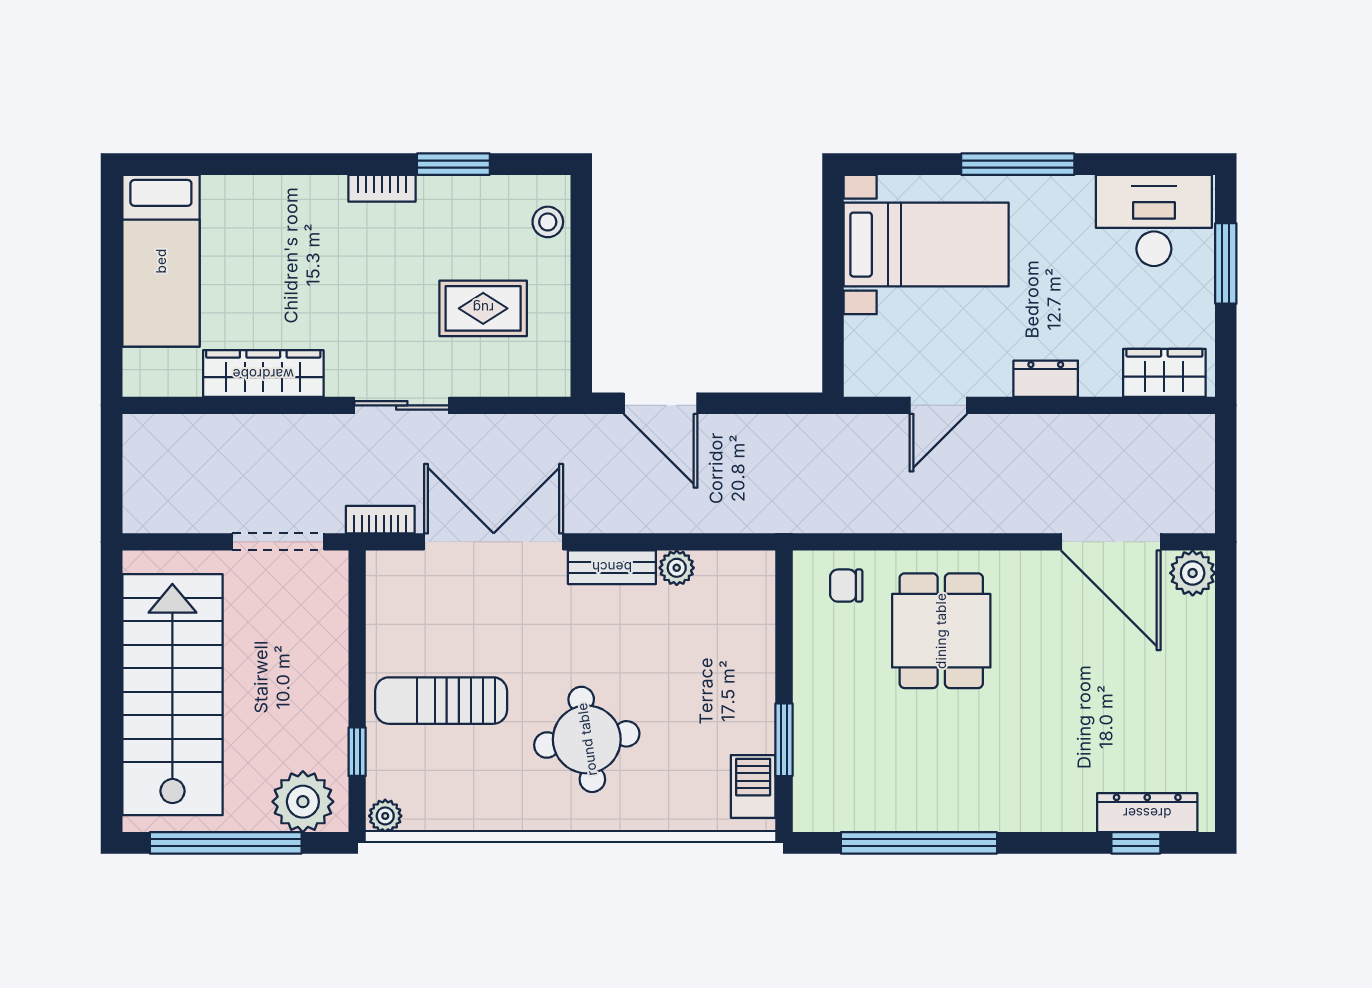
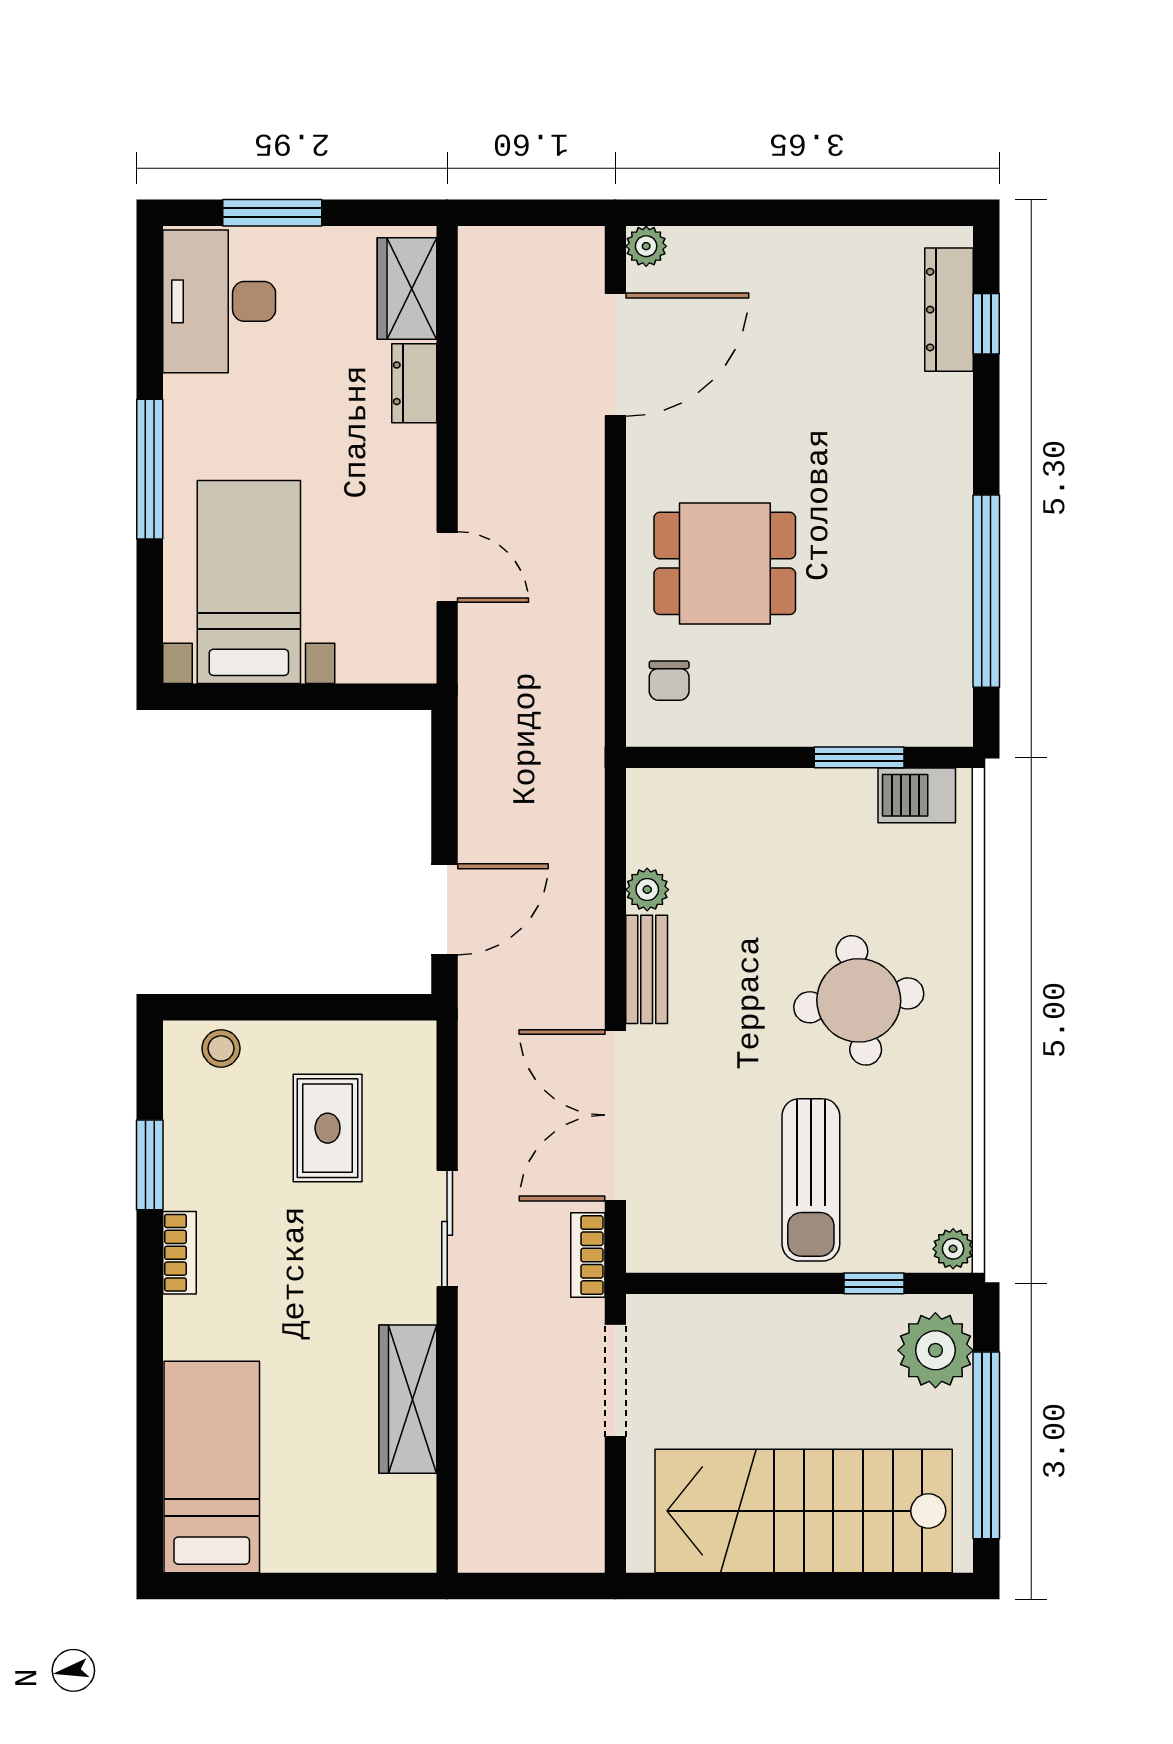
bed: (161, 261) -> (212, 1467), moved, turned -90
dresser: (1046, 379) -> (414, 383), moved
plant: (1193, 573) -> (646, 246), width x0.73, depth x0.73

